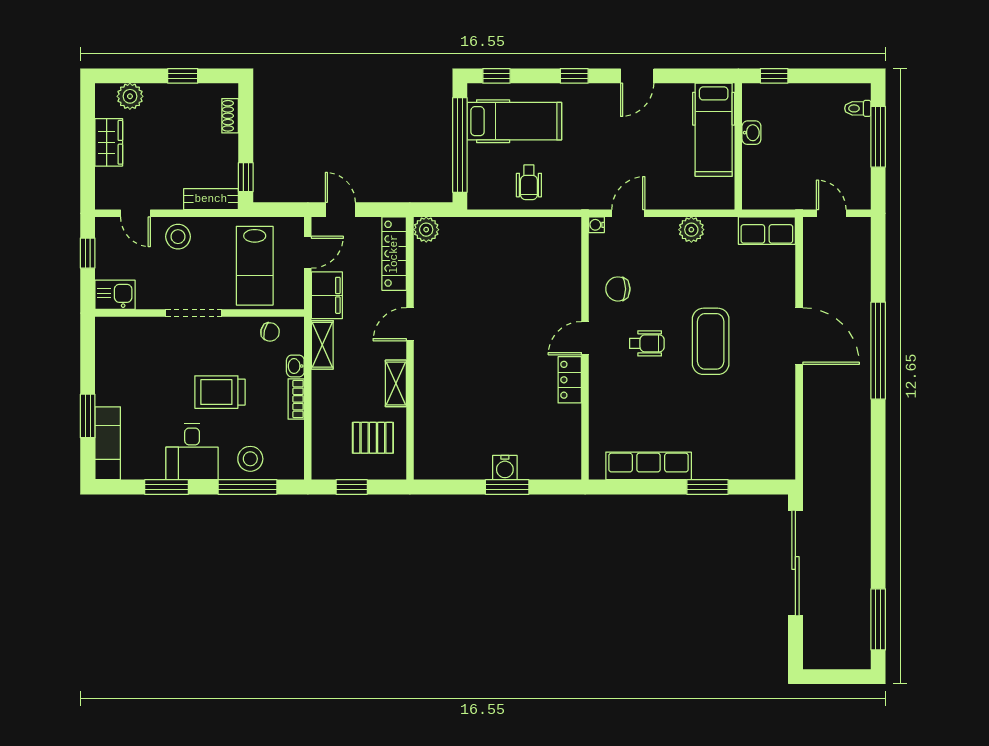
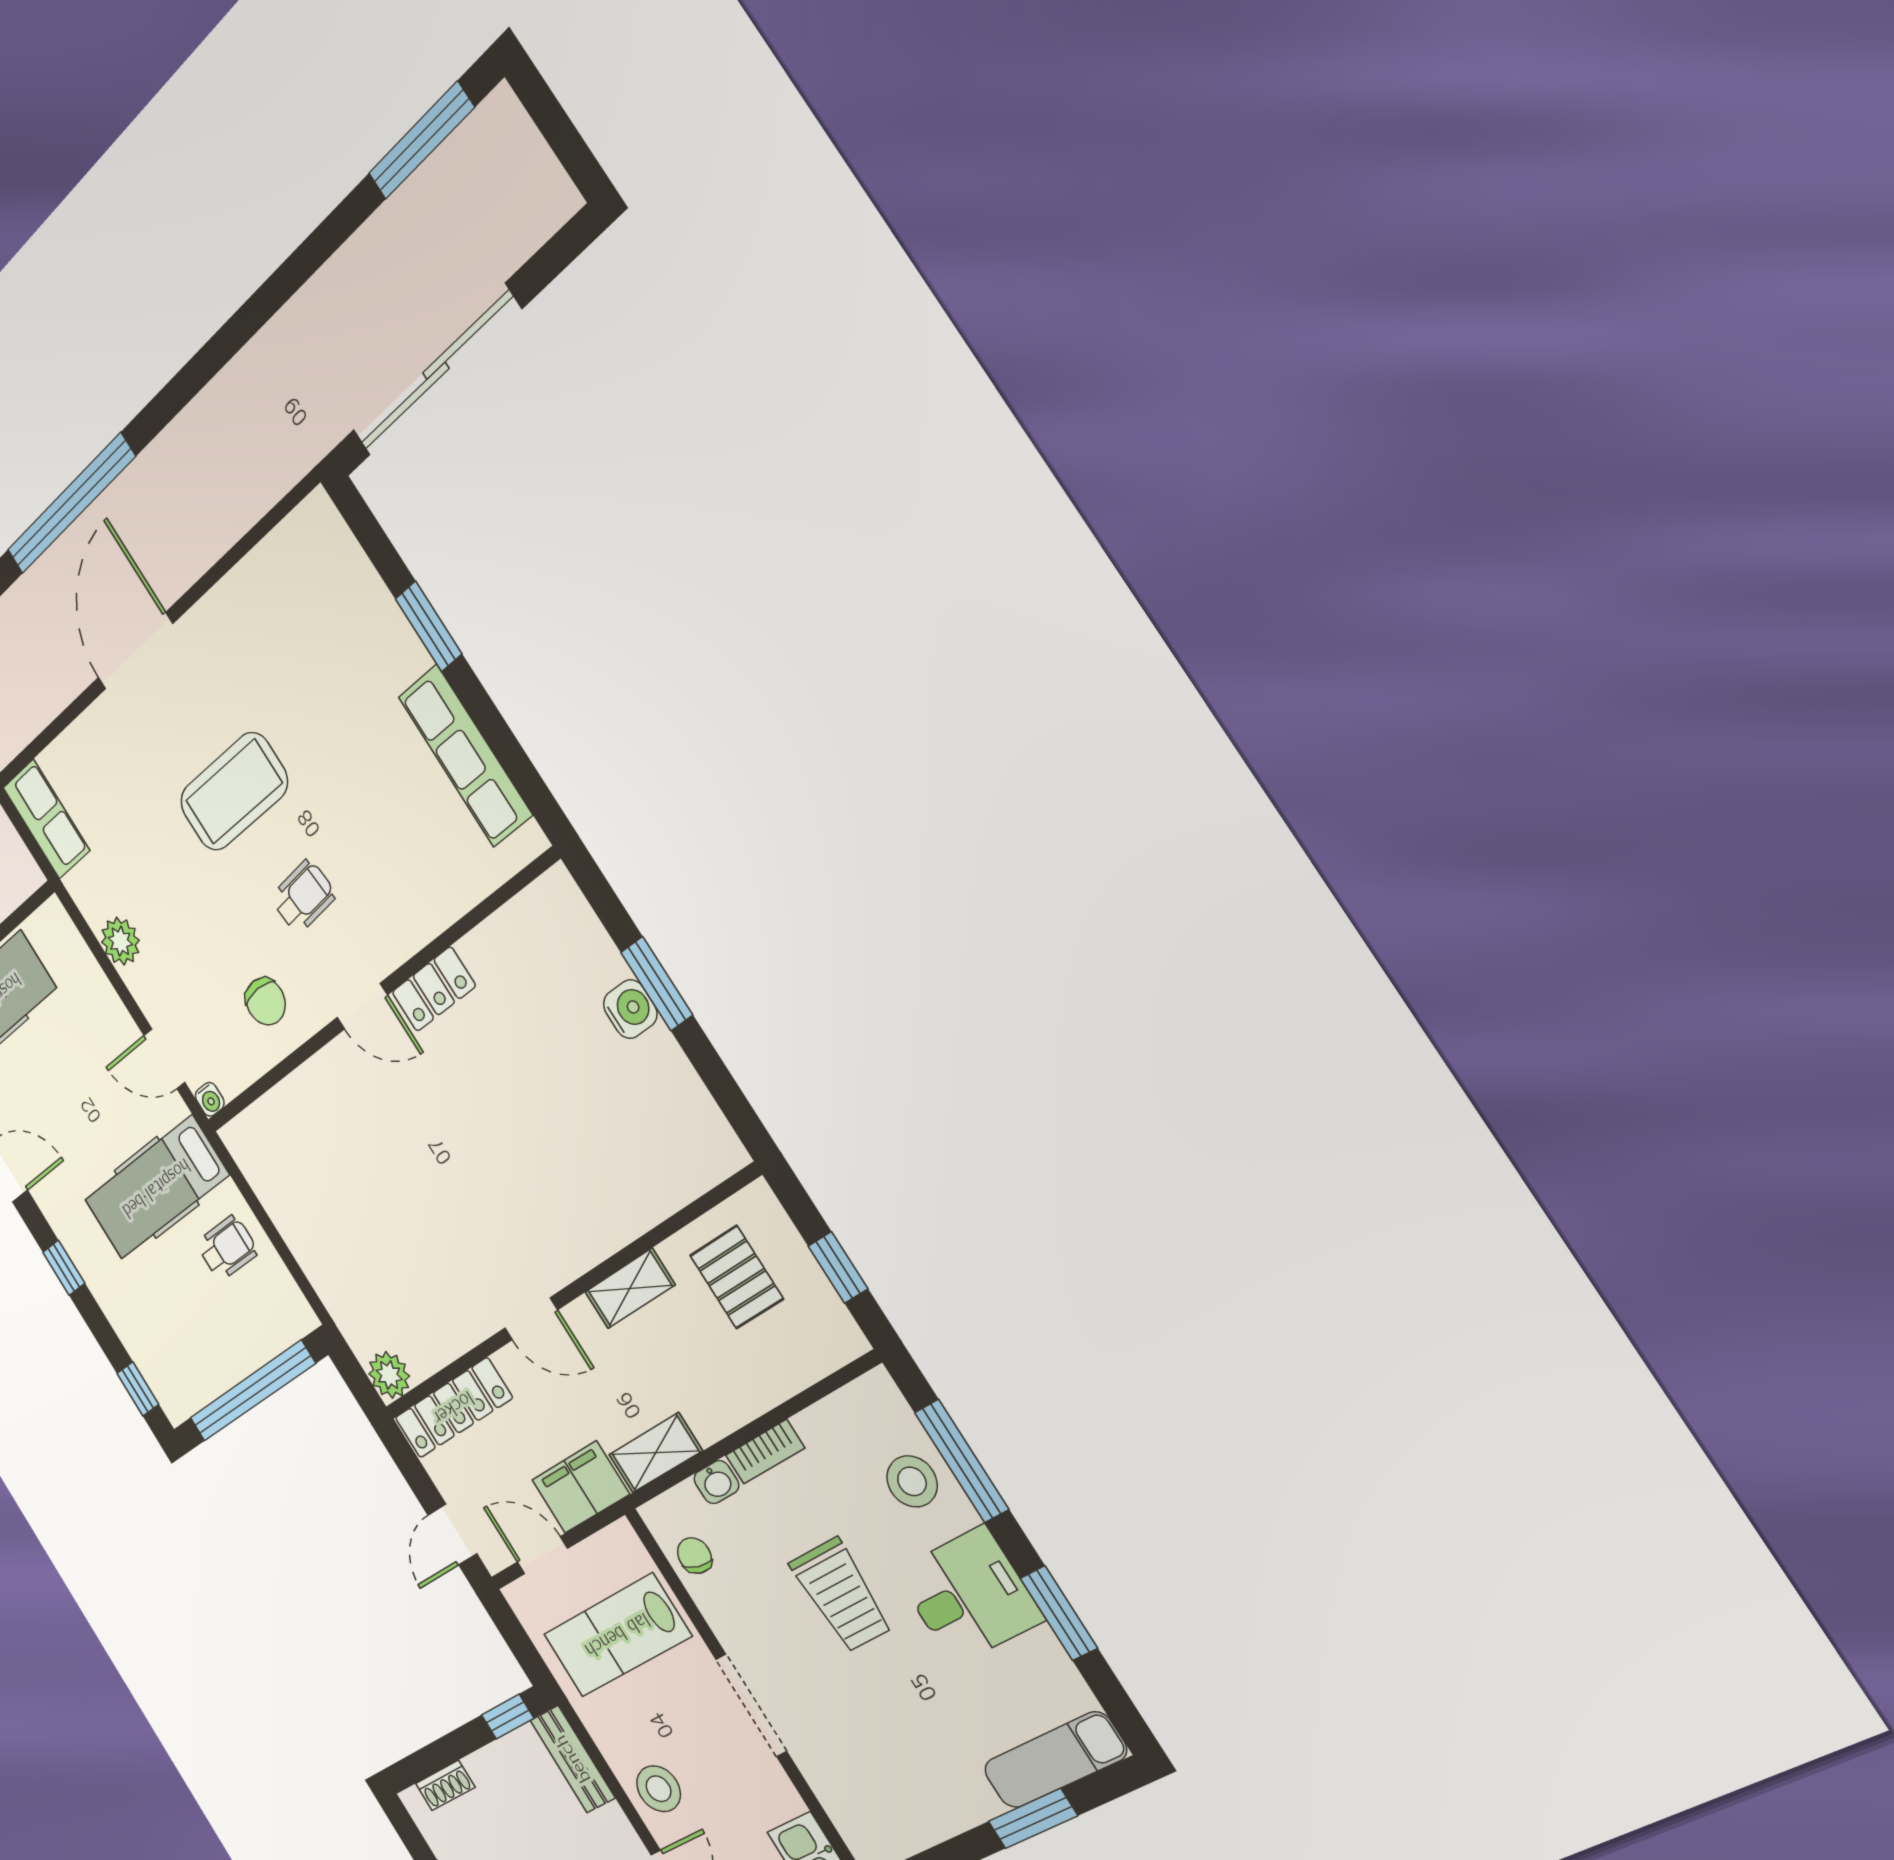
hospital bed: (514, 121) -> (156, 1188), moved, turned -90
lab bench: (255, 266) -> (617, 1635), turned 180
wheelchair: (647, 343) -> (303, 896), turned 85

